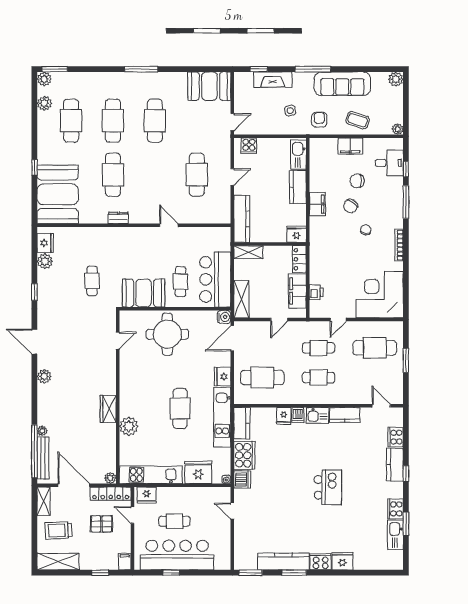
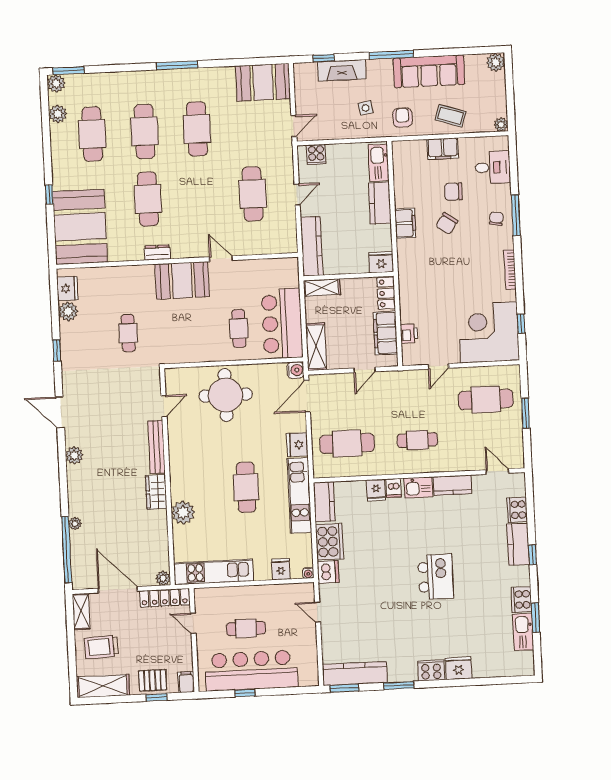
window: (406, 169) -> (521, 324), moved
chair: (366, 230) -> (496, 219), moved
booth: (144, 293) -> (182, 280), moved
cafe table: (319, 348) -> (416, 403), removed
bench: (43, 458) -> (157, 447), moved
fridge: (198, 472) -> (281, 569), width x0.53, depth x0.75
fridge: (147, 495) -> (210, 597), removed
pallet: (101, 524) -> (153, 680), moved
kitchen counter: (283, 561) -> (355, 674), moved

